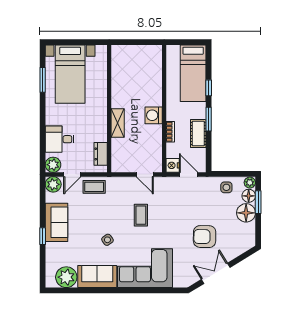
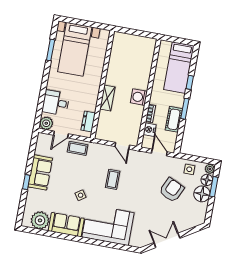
nightstand: (173, 165) -> (150, 130), moved
plant: (53, 184) -> (43, 140), removed
armchair: (205, 237) -> (172, 190), moved, turned 114

